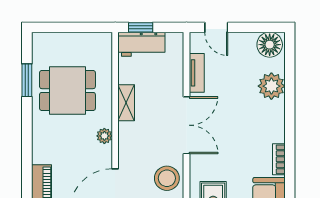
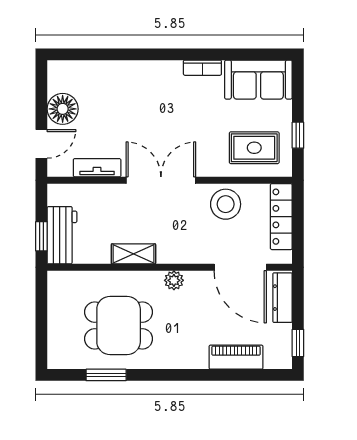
floor lamp: (270, 45) -> (63, 109), moved
plant: (271, 86) -> (113, 77), removed
dining table: (67, 91) -> (119, 325), turned 90

